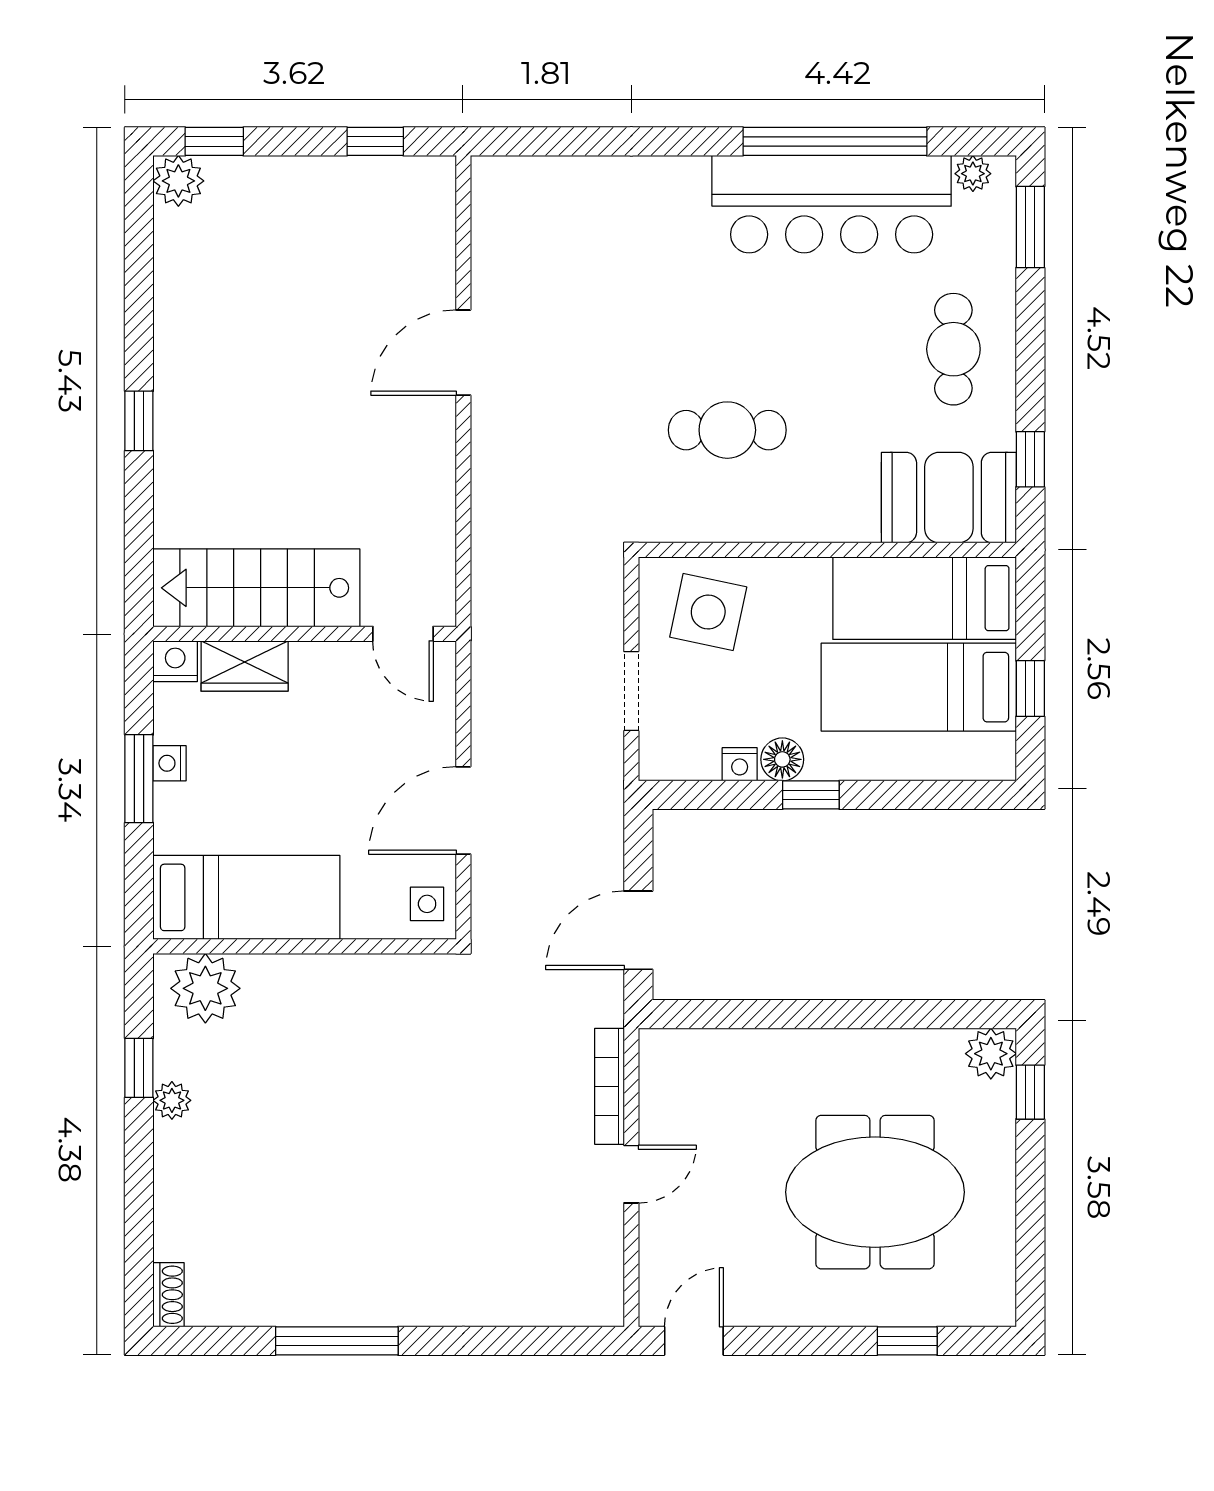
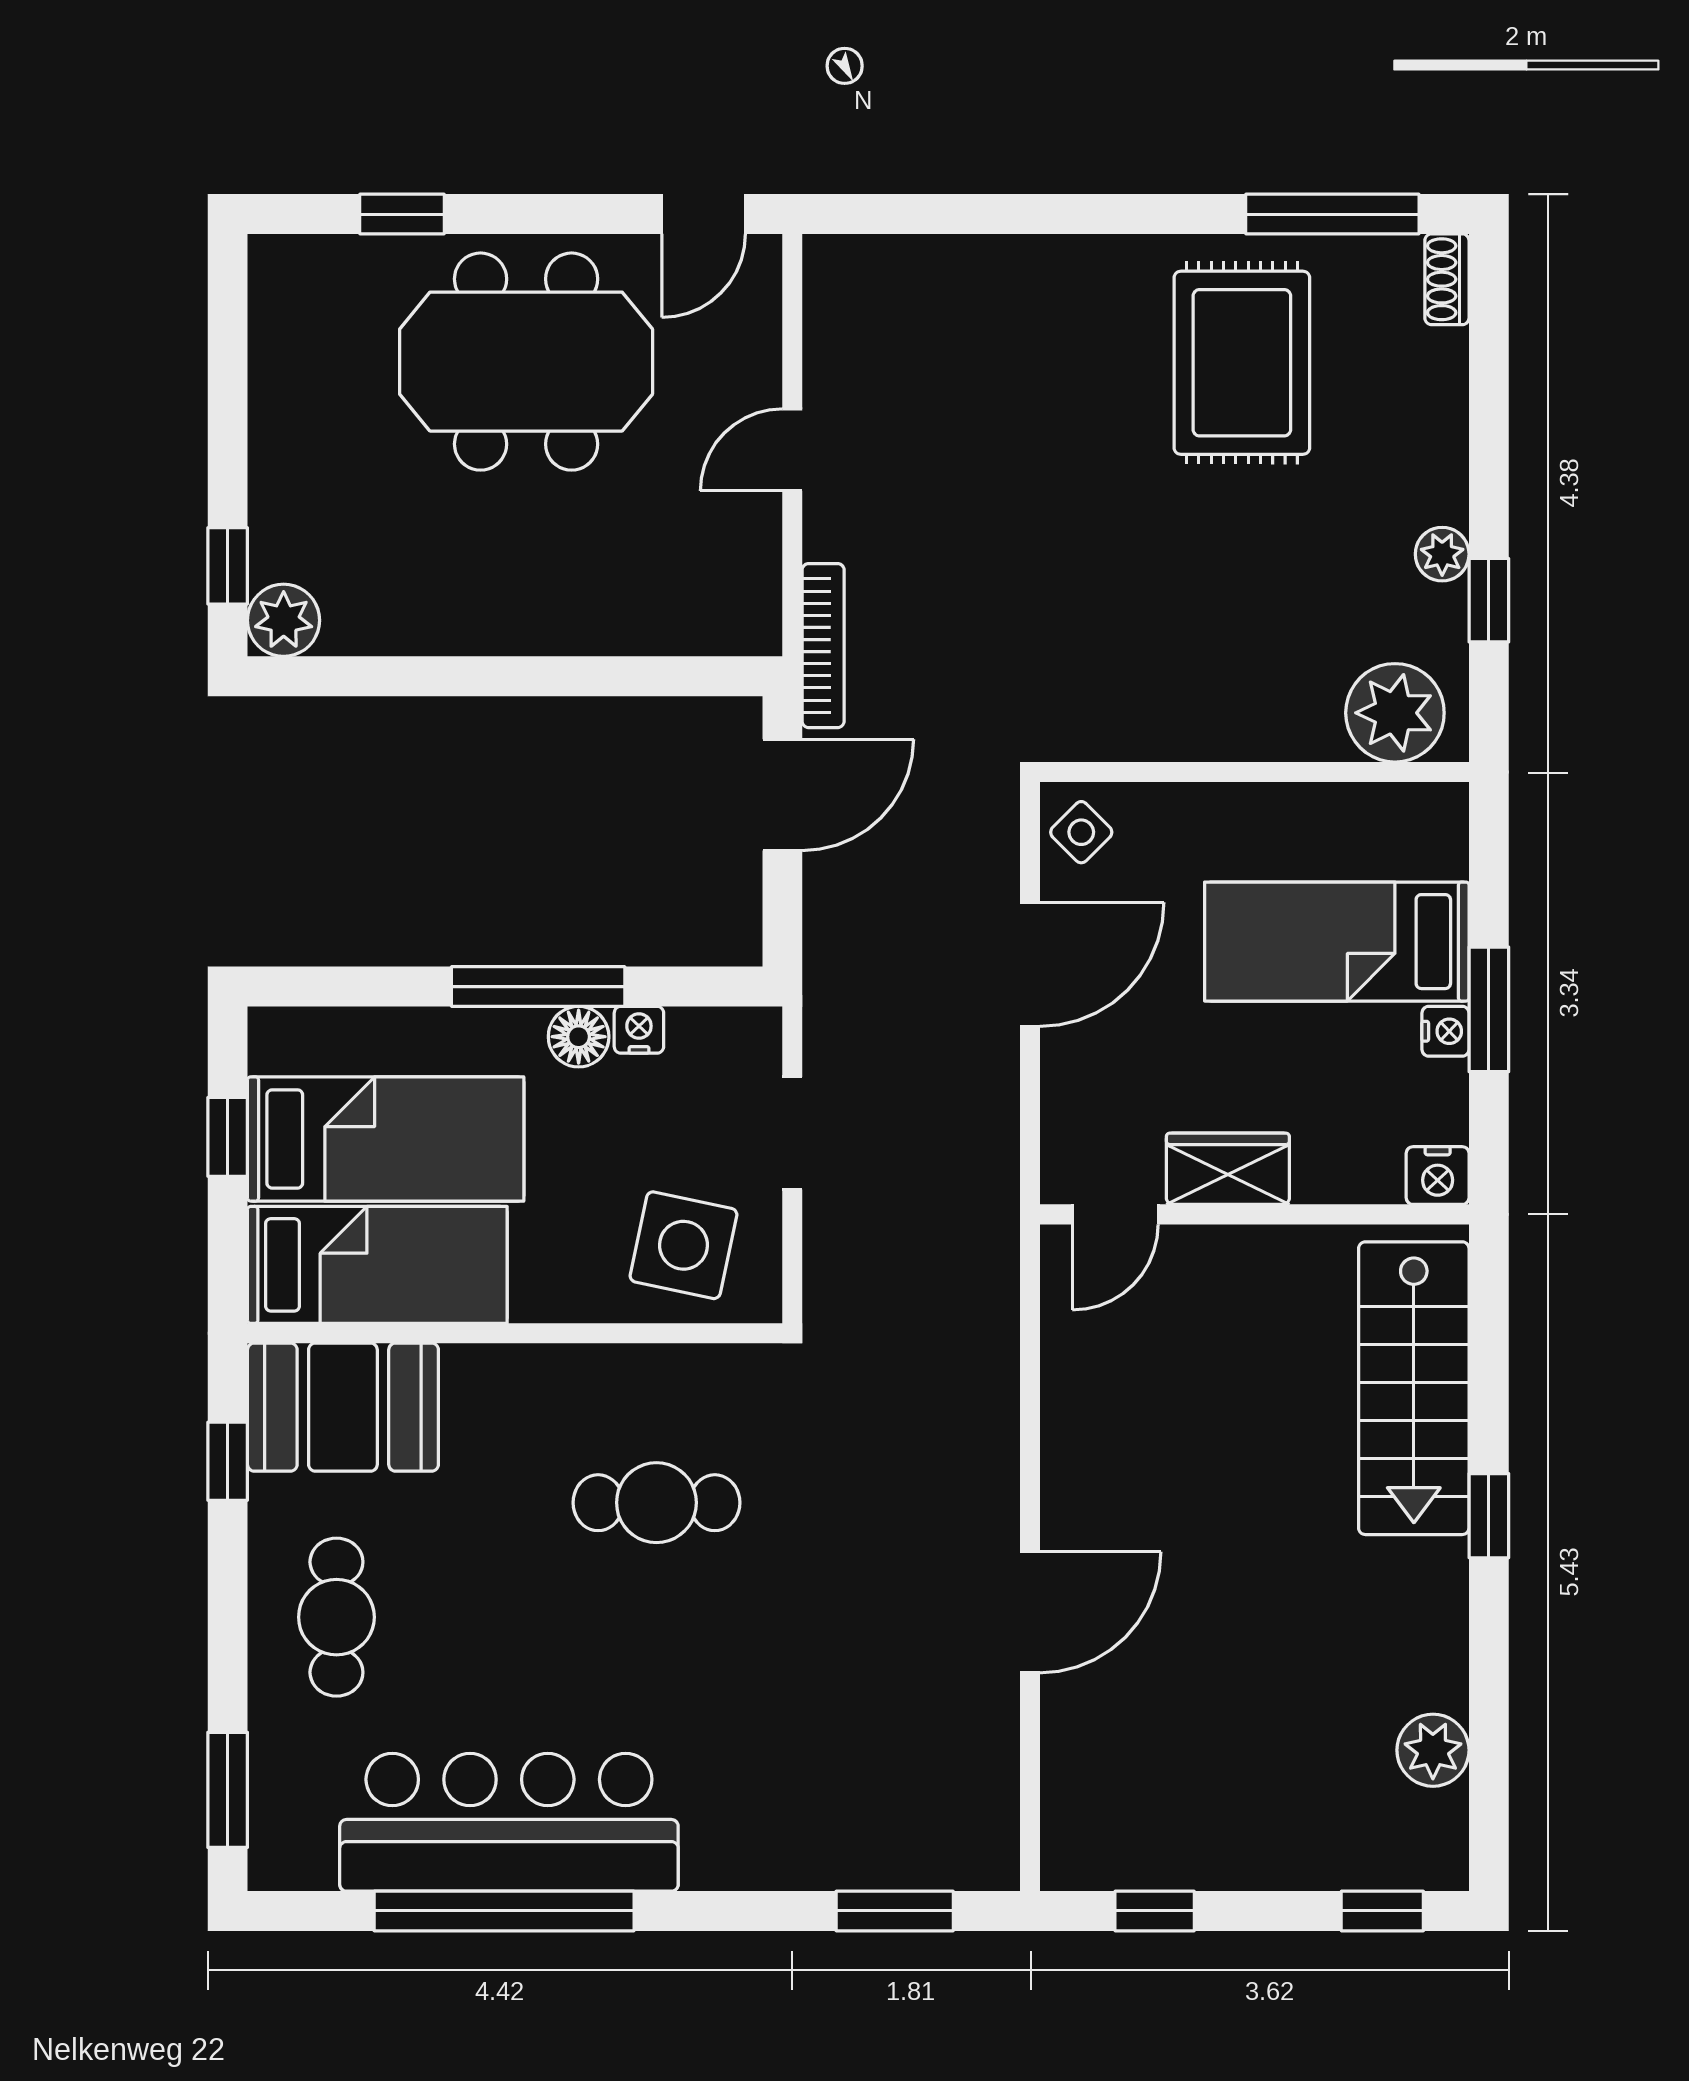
window: (559, 141) -> (895, 1911), added
plant: (973, 174) -> (309, 1866), removed
plant: (178, 181) -> (1433, 1750), moved
stairs: (256, 588) -> (1414, 1388), moved, turned 90
door: (403, 634) -> (1115, 1214), swing flipped
wardrobe: (245, 666) -> (1228, 1169), moved
window: (811, 795) -> (538, 987), width x2.17
bed: (246, 897) -> (1337, 942), moved
side table: (427, 904) -> (1081, 832), turned 45
bookcase: (609, 1086) -> (823, 646), moved
meeting table: (875, 1192) -> (526, 362), moved
rug: (314, 1236) -> (1242, 363), added
window: (337, 1341) -> (1332, 214), moved

